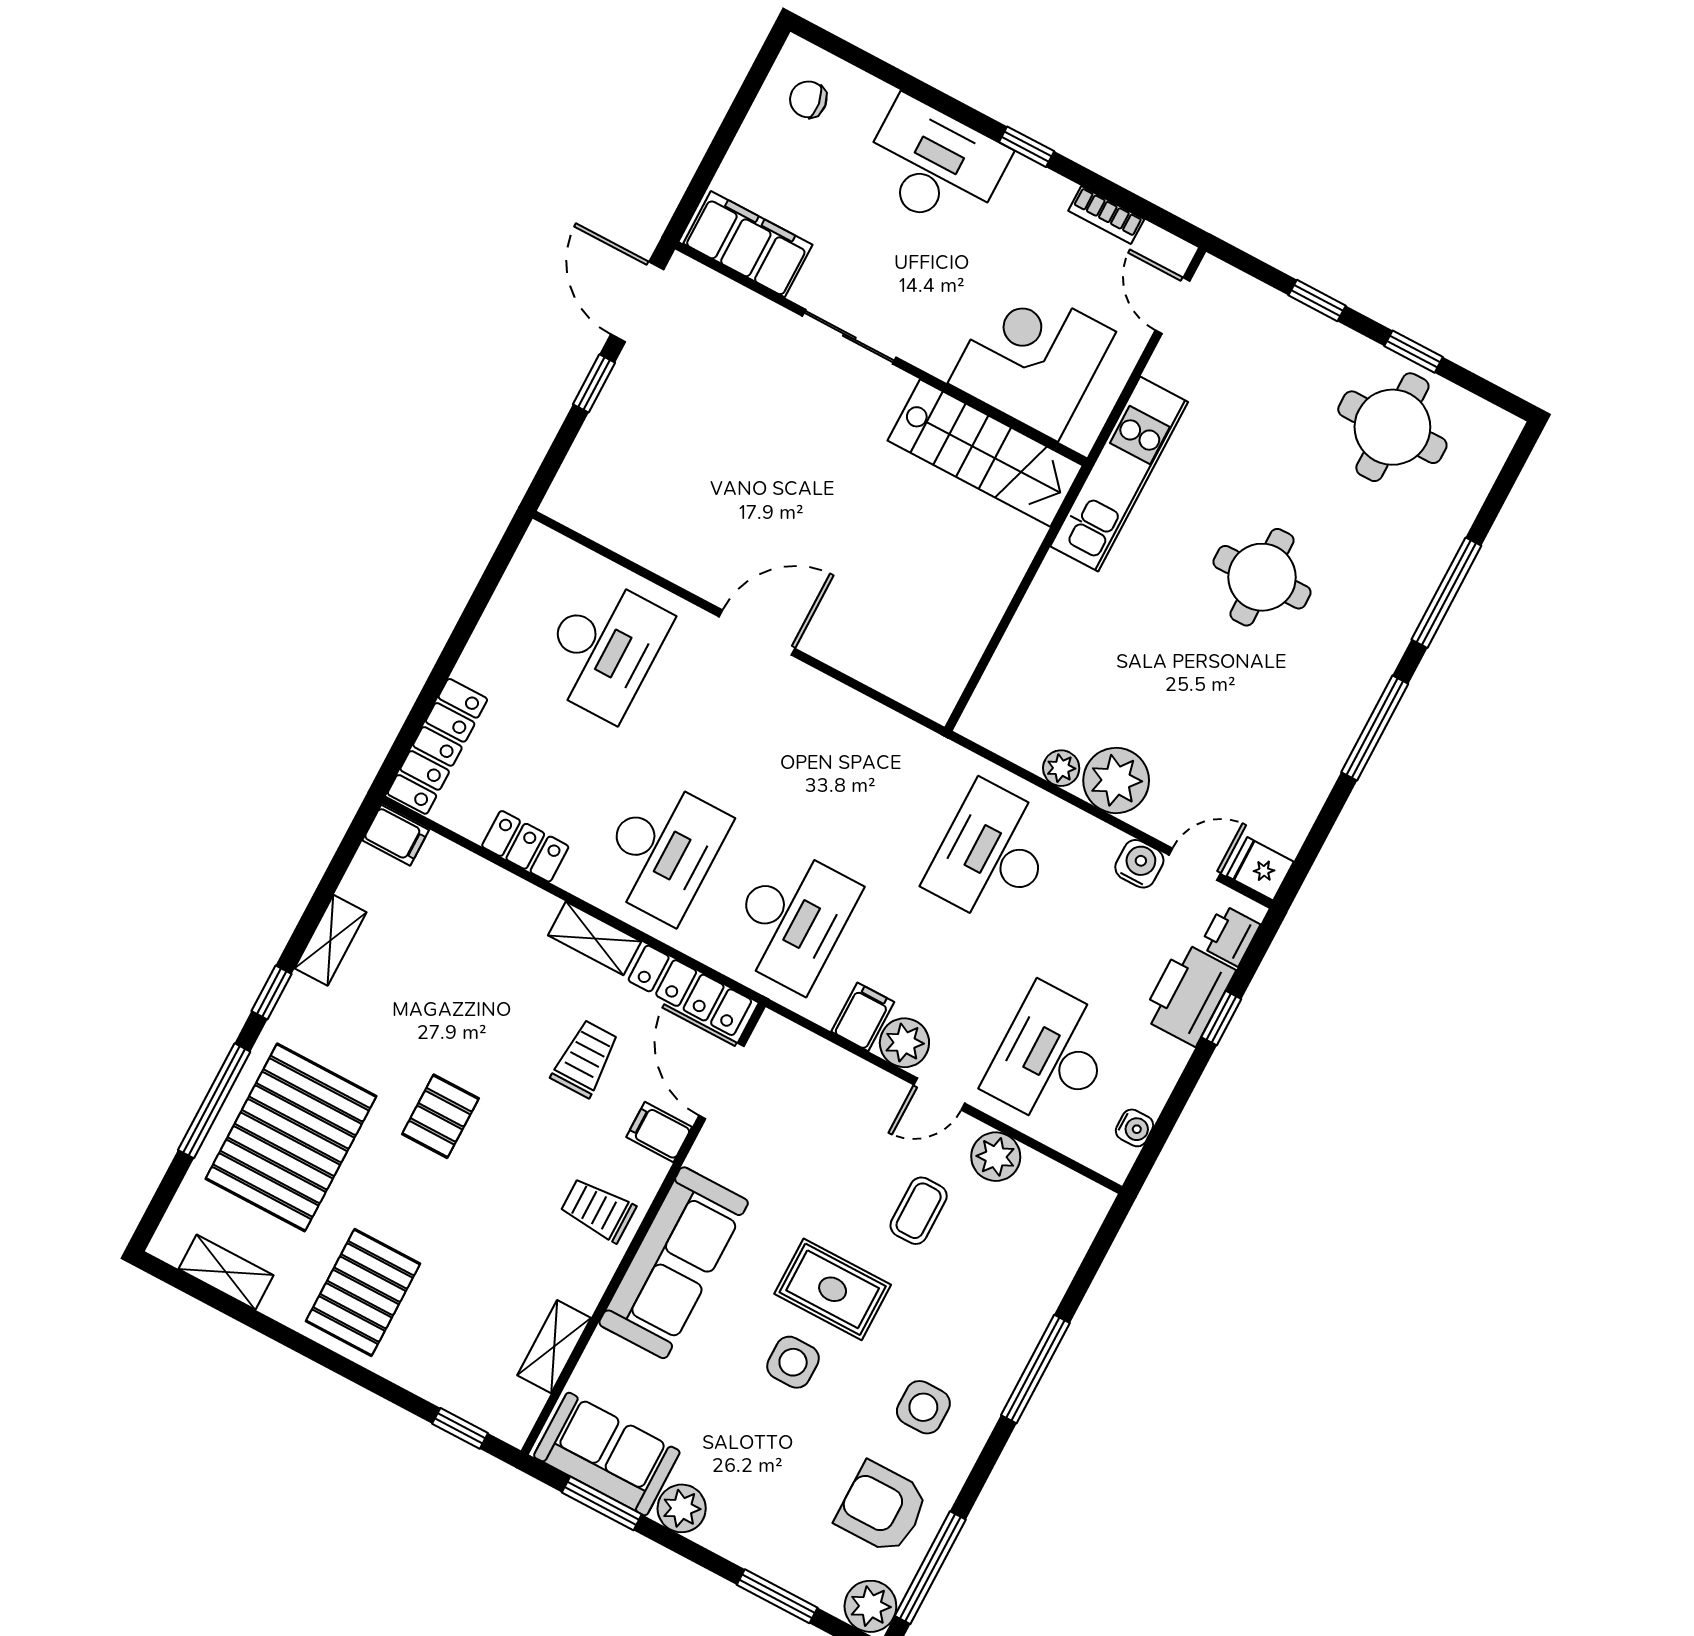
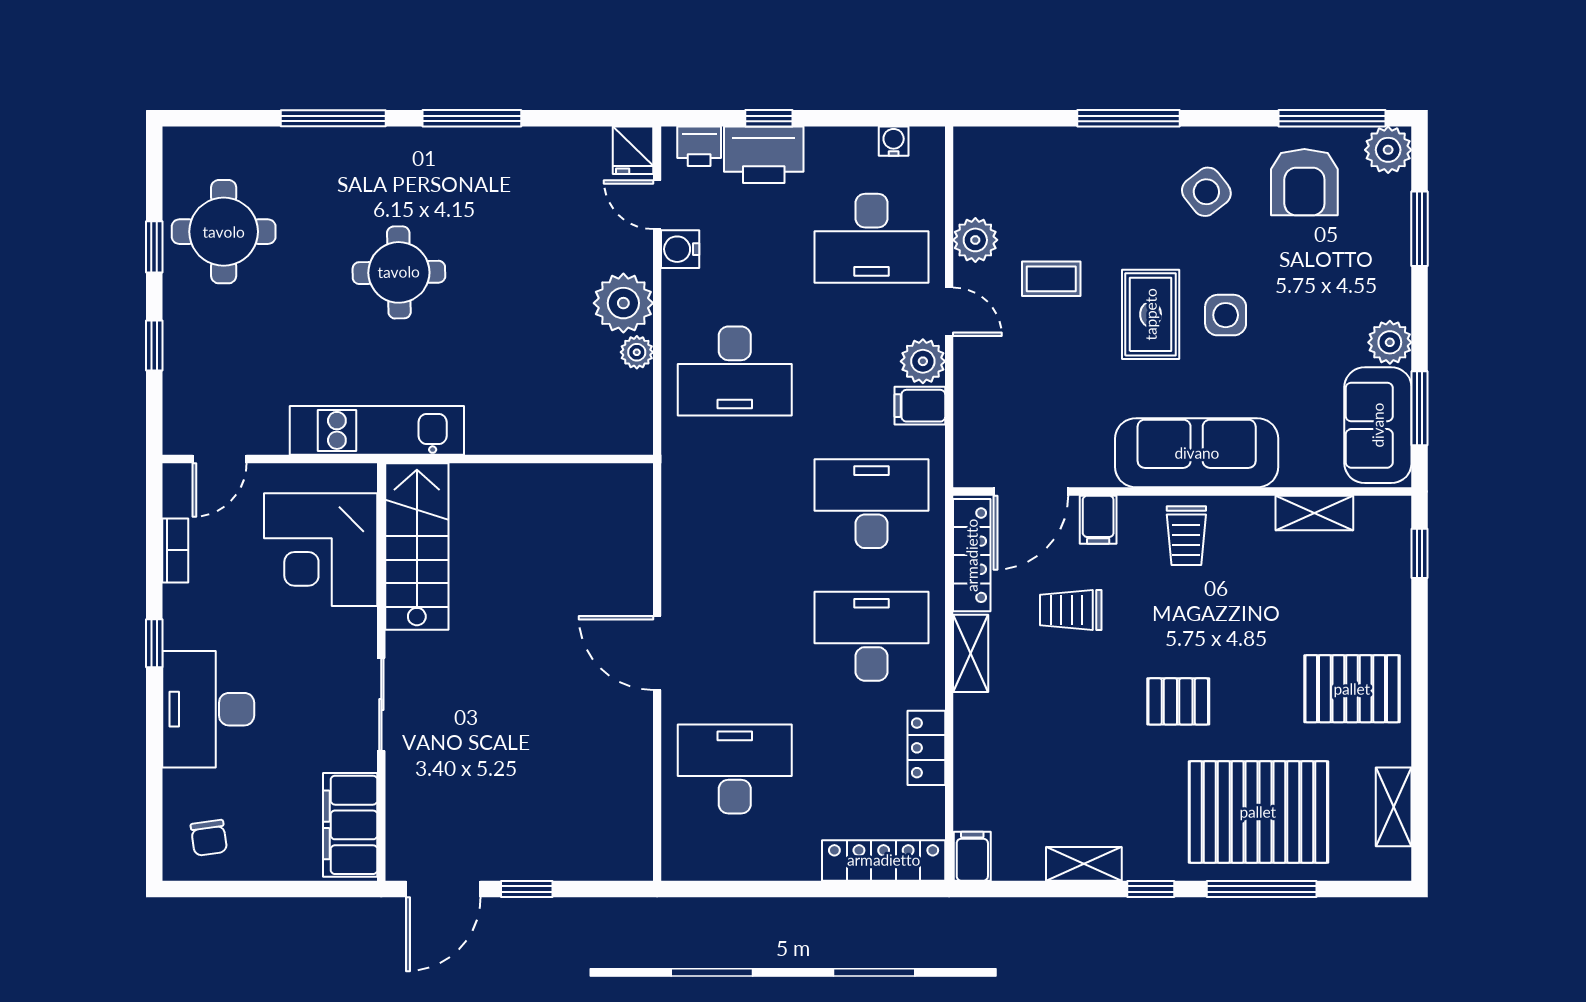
side table: (923, 1407) -> (1206, 192), turned -38

